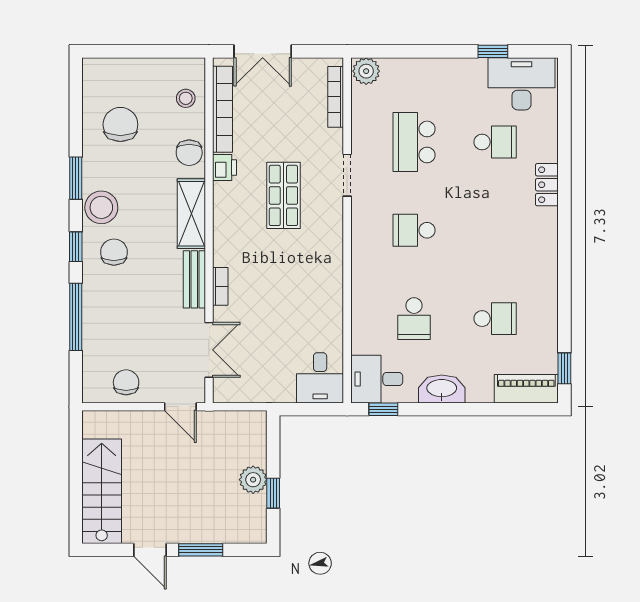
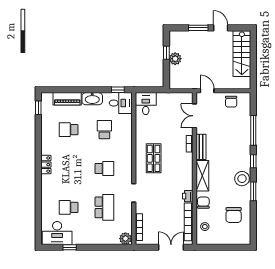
locker: (547, 185) -> (46, 165), moved
shop shelf: (283, 195) -> (154, 158), moved
chair: (114, 252) -> (236, 159), removed
piano: (526, 389) -> (67, 99), moved

